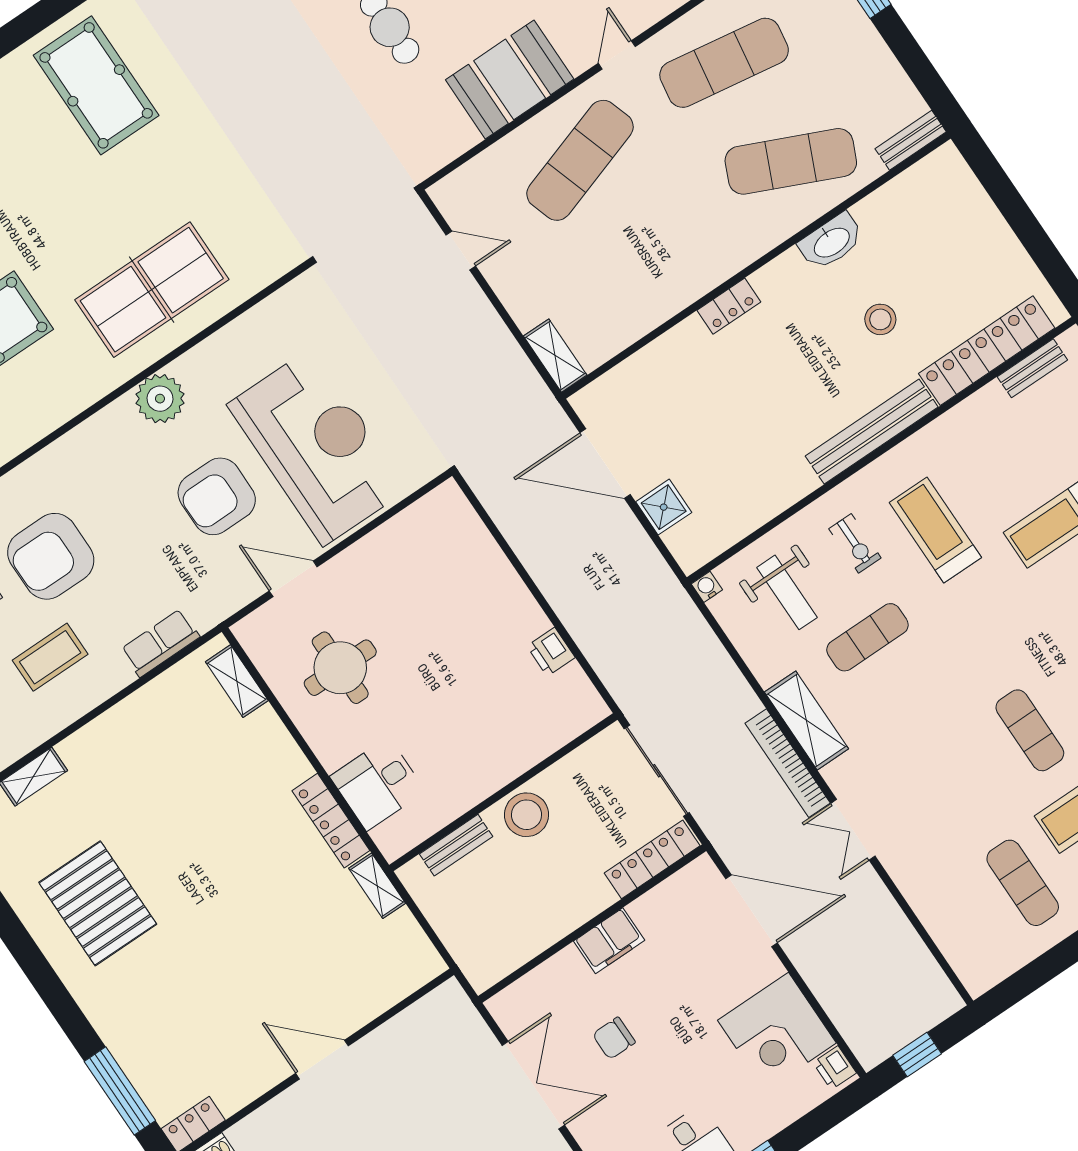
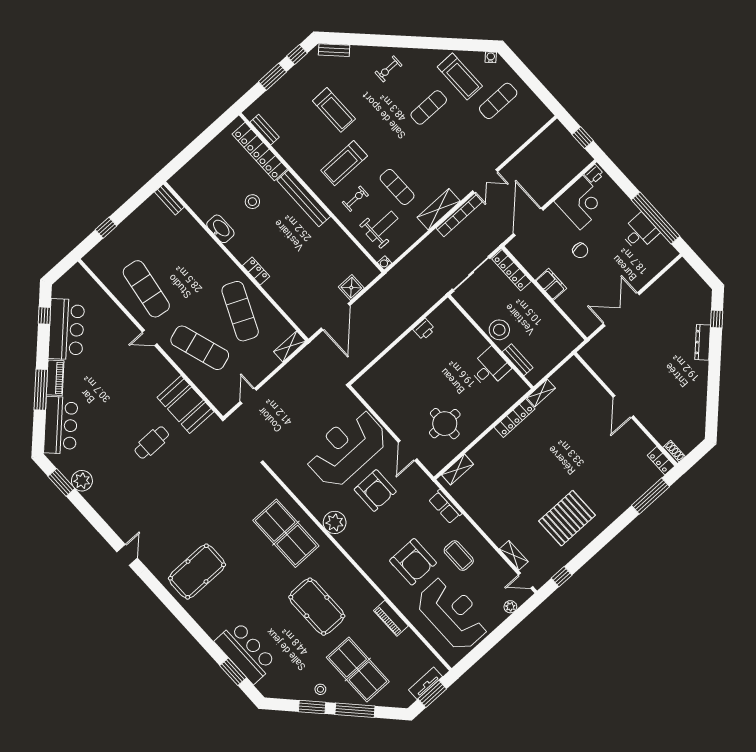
booth: (510, 79) -> (185, 404), moved
exercise mat: (791, 161) -> (240, 311), moved
desk: (378, 784) -> (490, 368), moved, turned -90
chair: (614, 1038) -> (580, 250), moved

